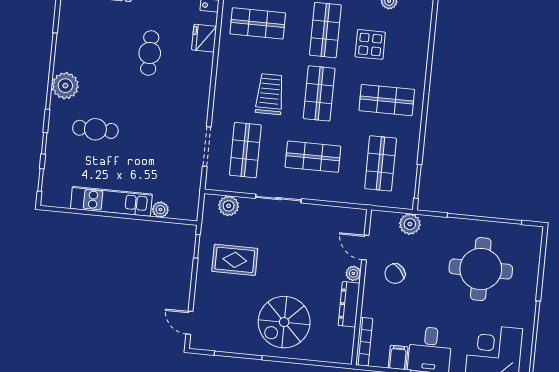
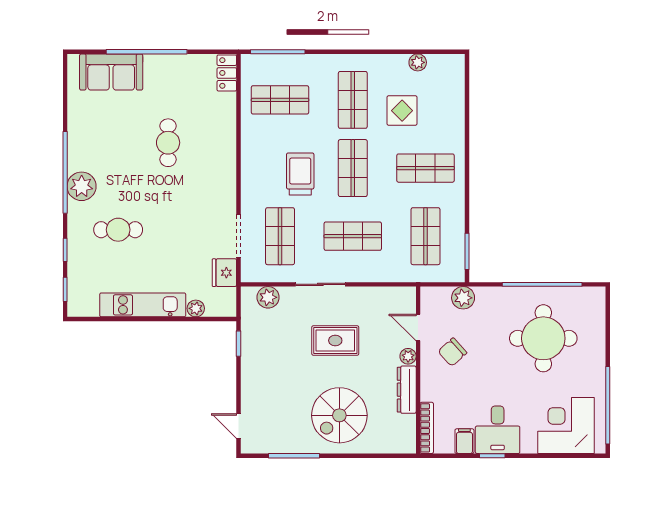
fridge: (204, 38) -> (224, 273), moved
rug: (235, 260) -> (335, 341), moved

